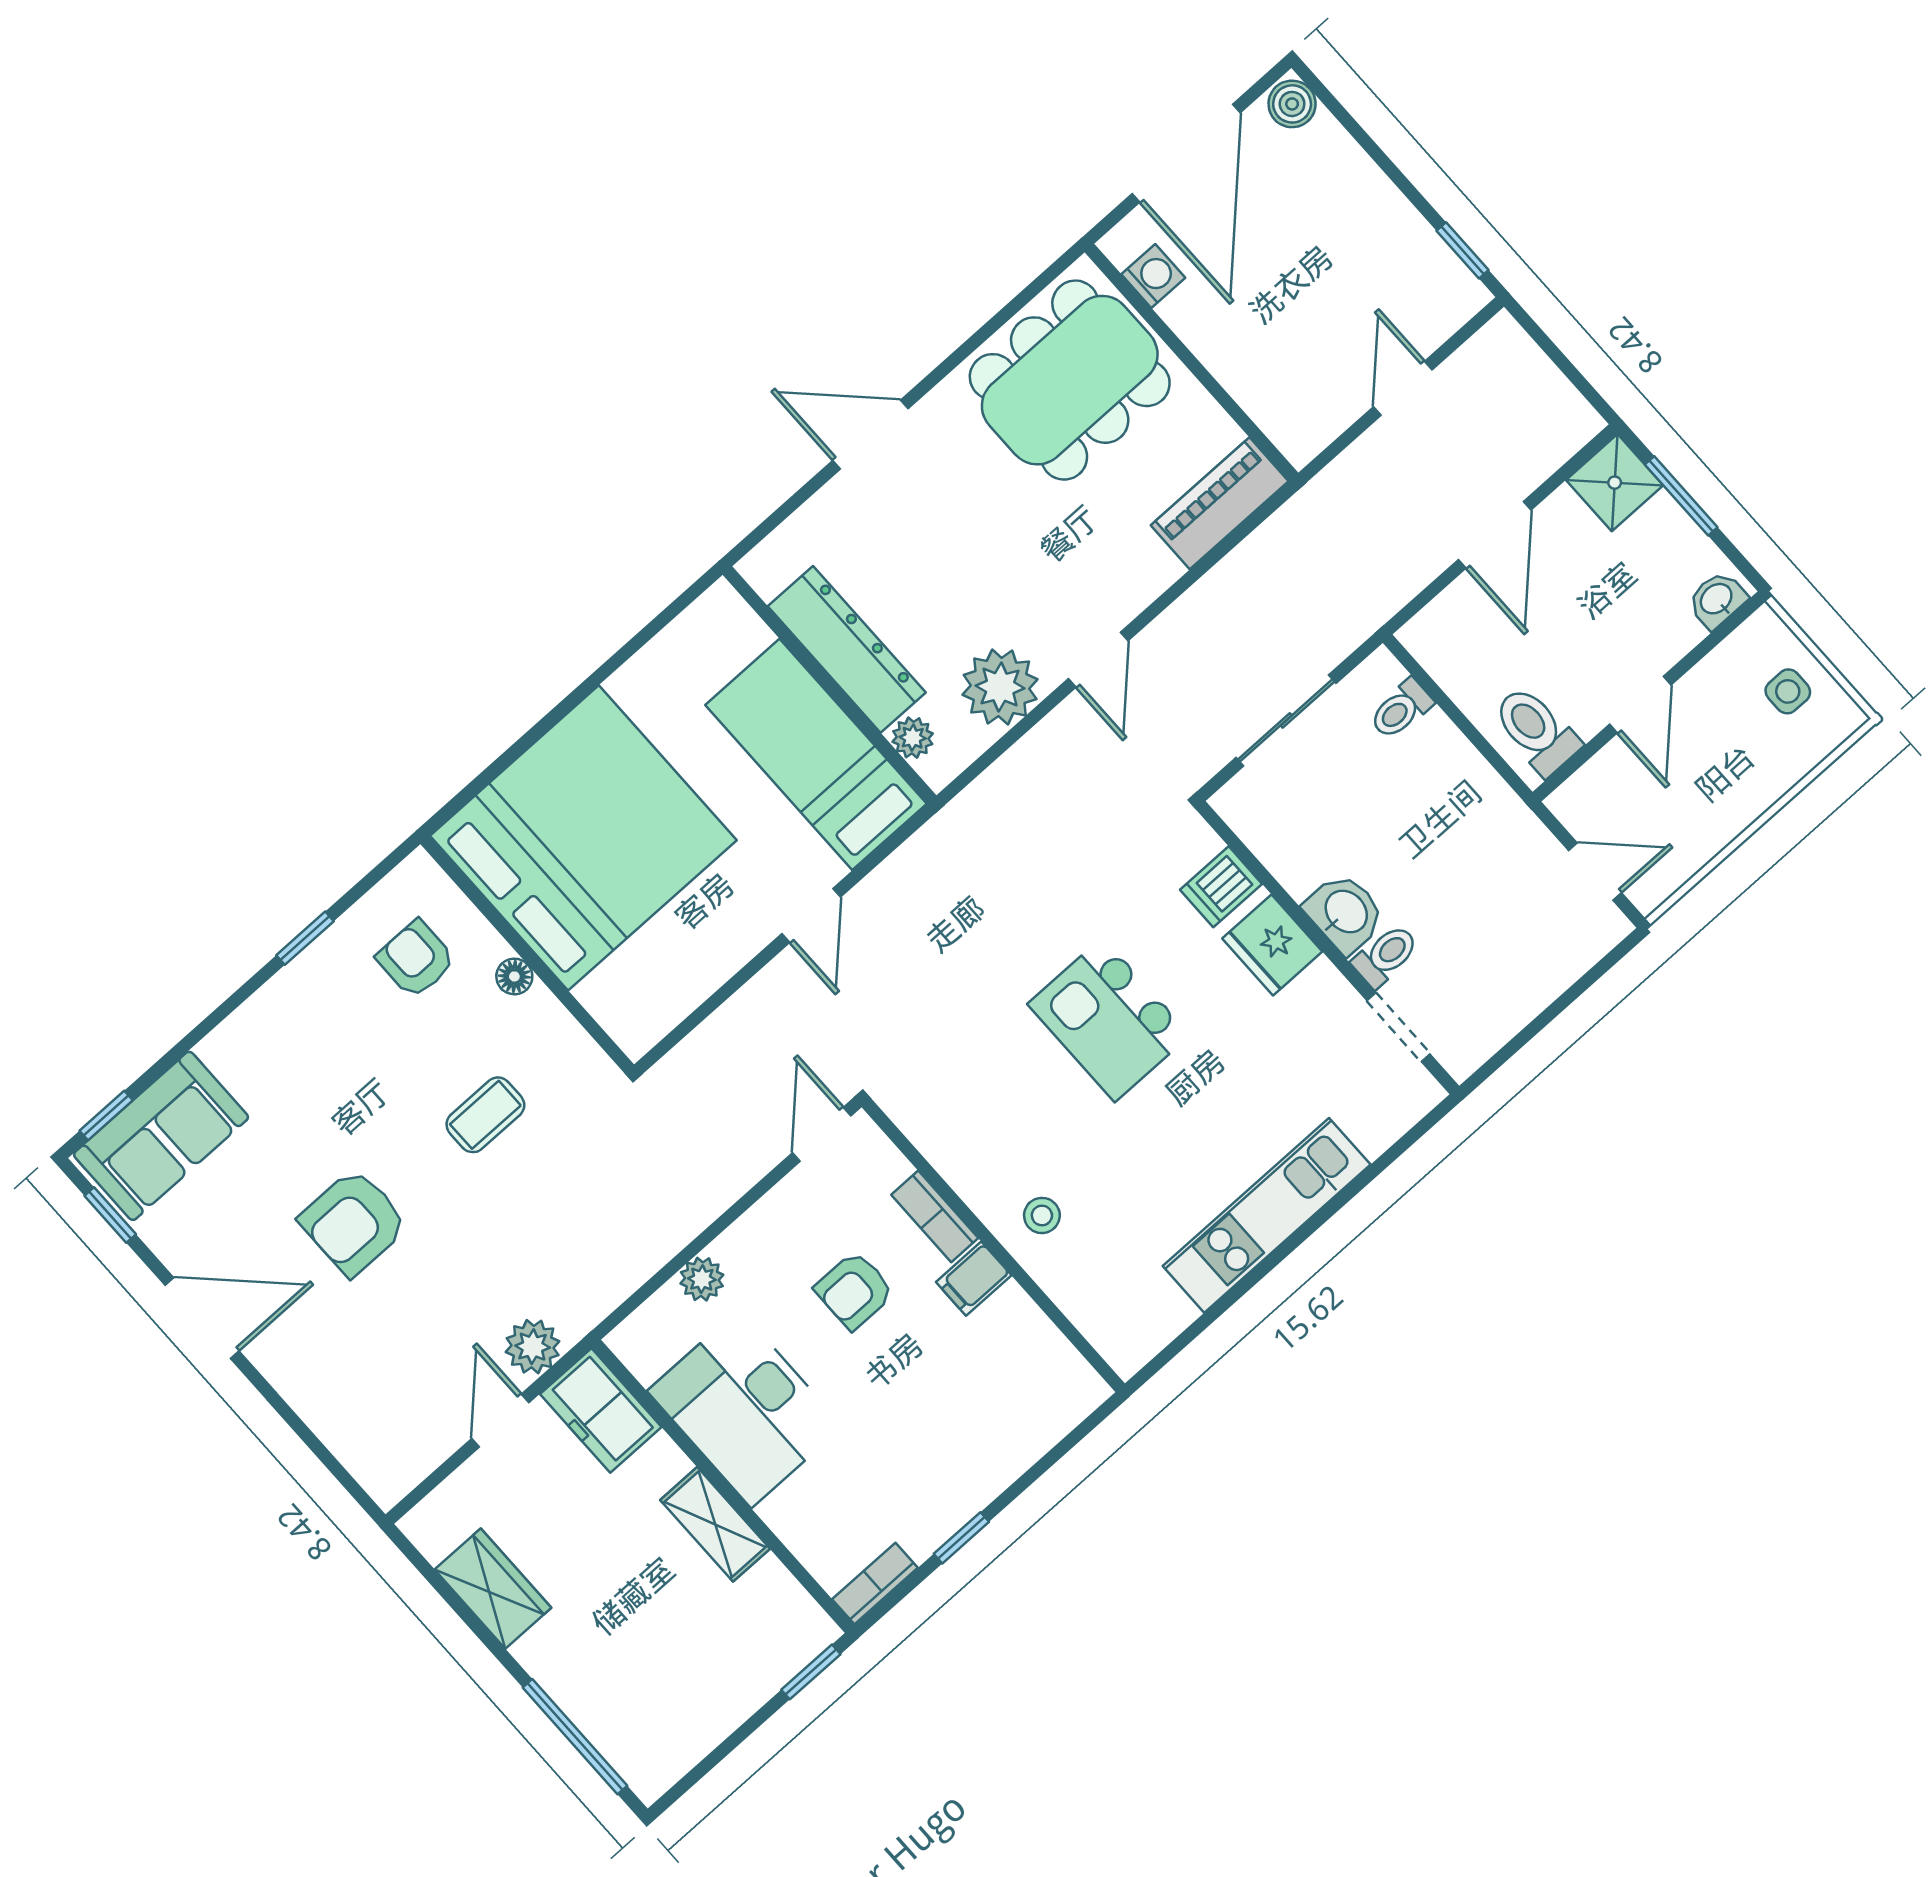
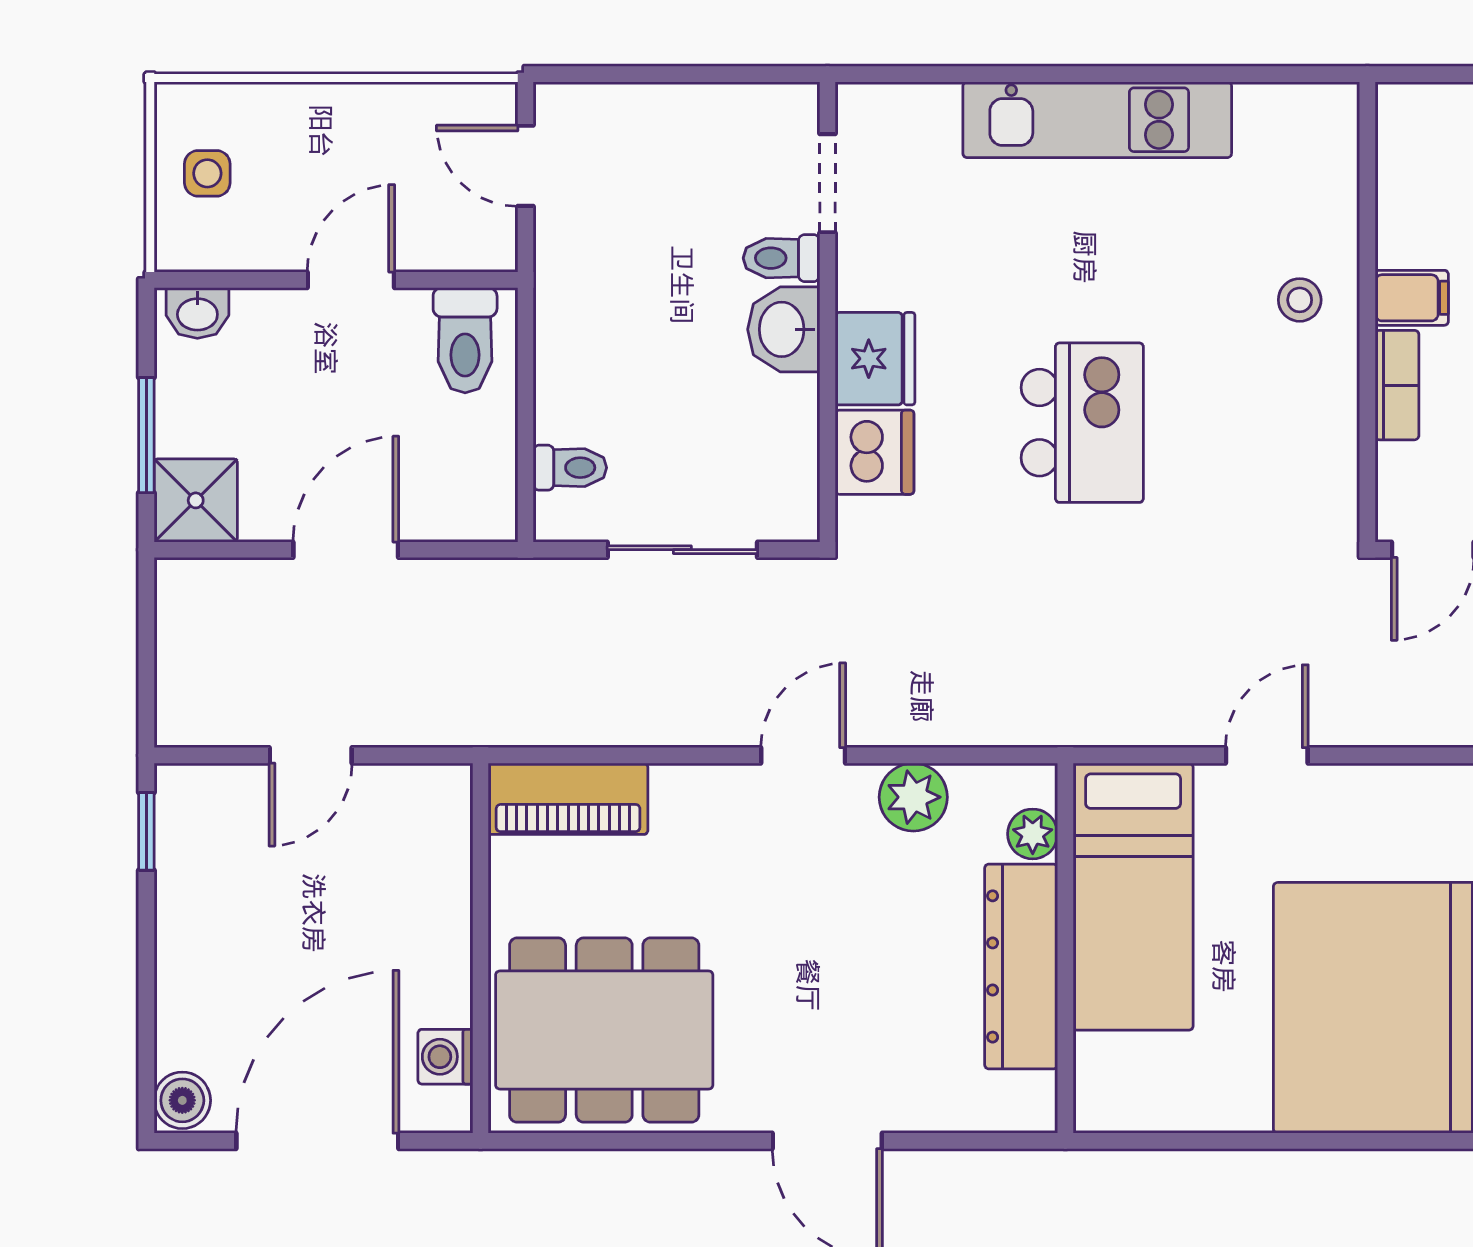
plant: (1000, 687) -> (913, 797), width x0.73, depth x0.73
dishwasher: (1221, 887) -> (875, 452), width x1.38

